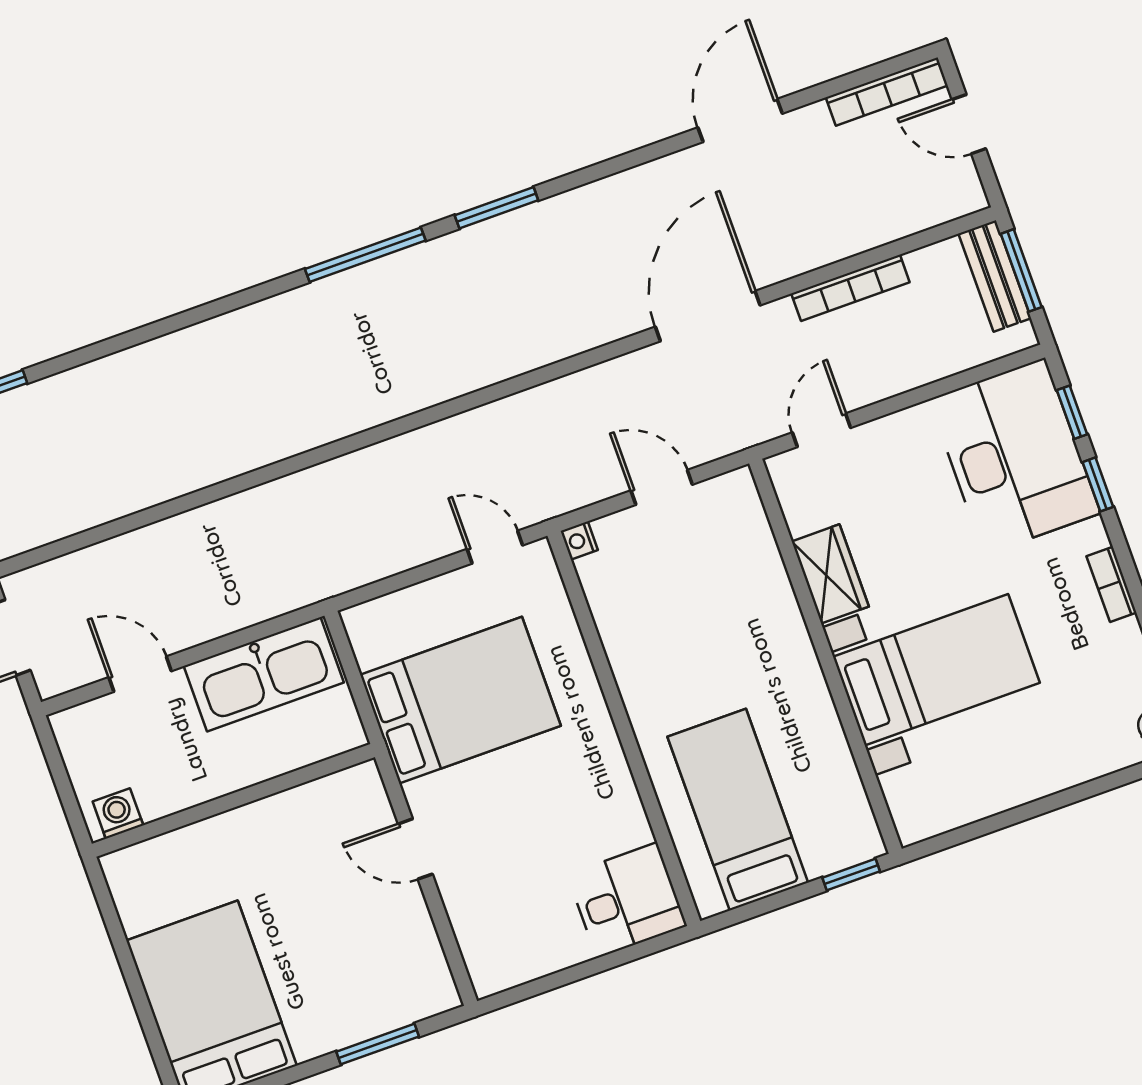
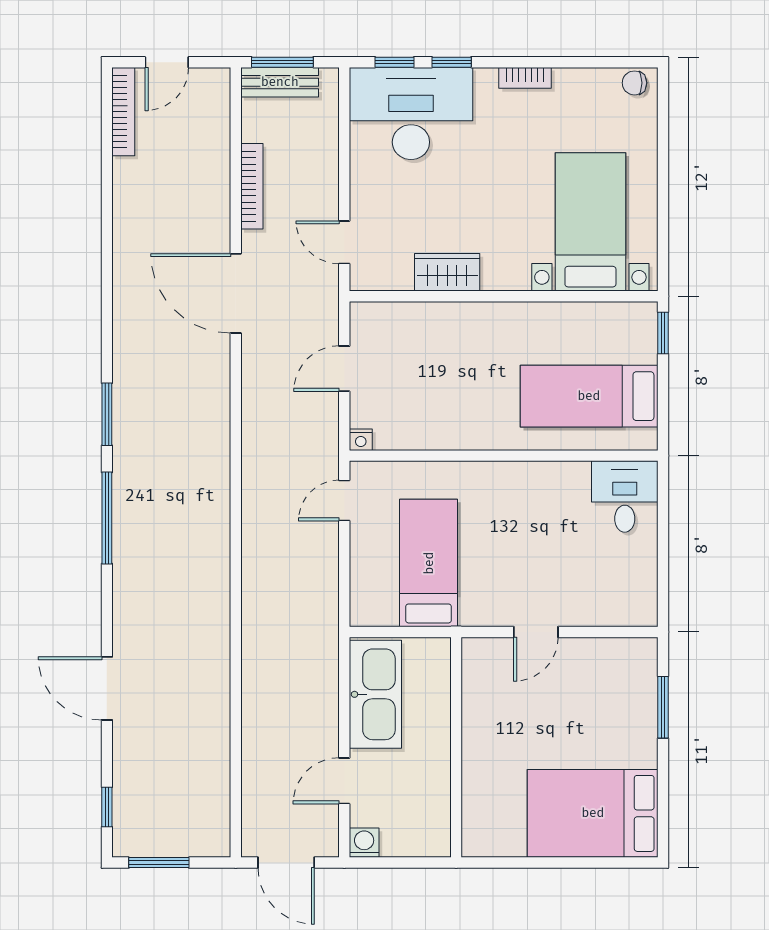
door: (740, 121) -> (107, 688), moved
bed with nightstands: (936, 670) -> (590, 222), moved
bed: (461, 700) -> (429, 563), width x0.67
washing machine: (118, 813) -> (364, 843), moved, turned 90

